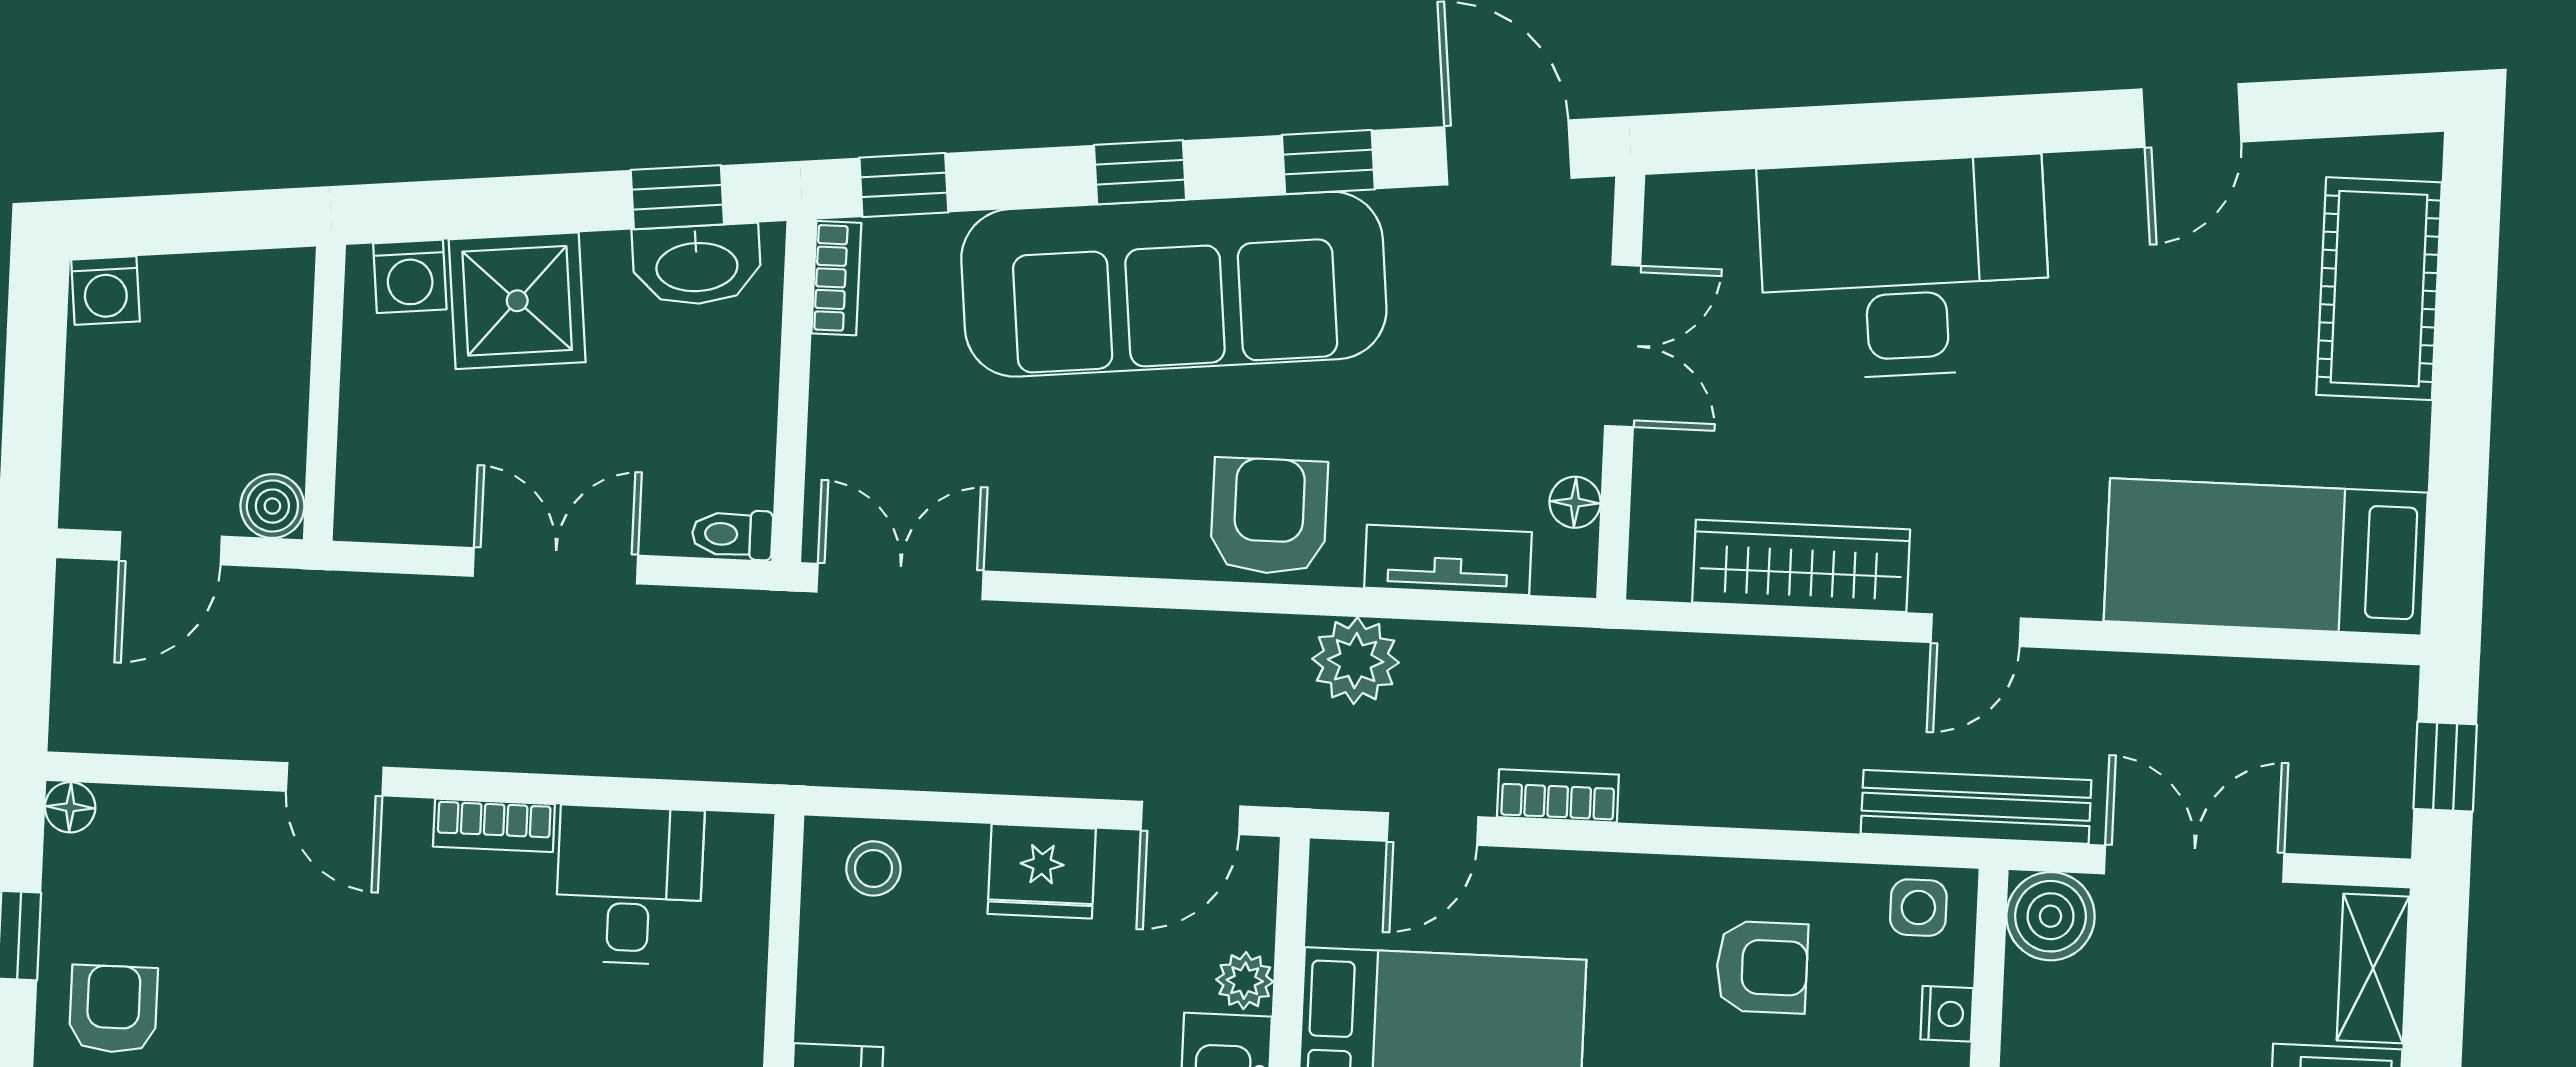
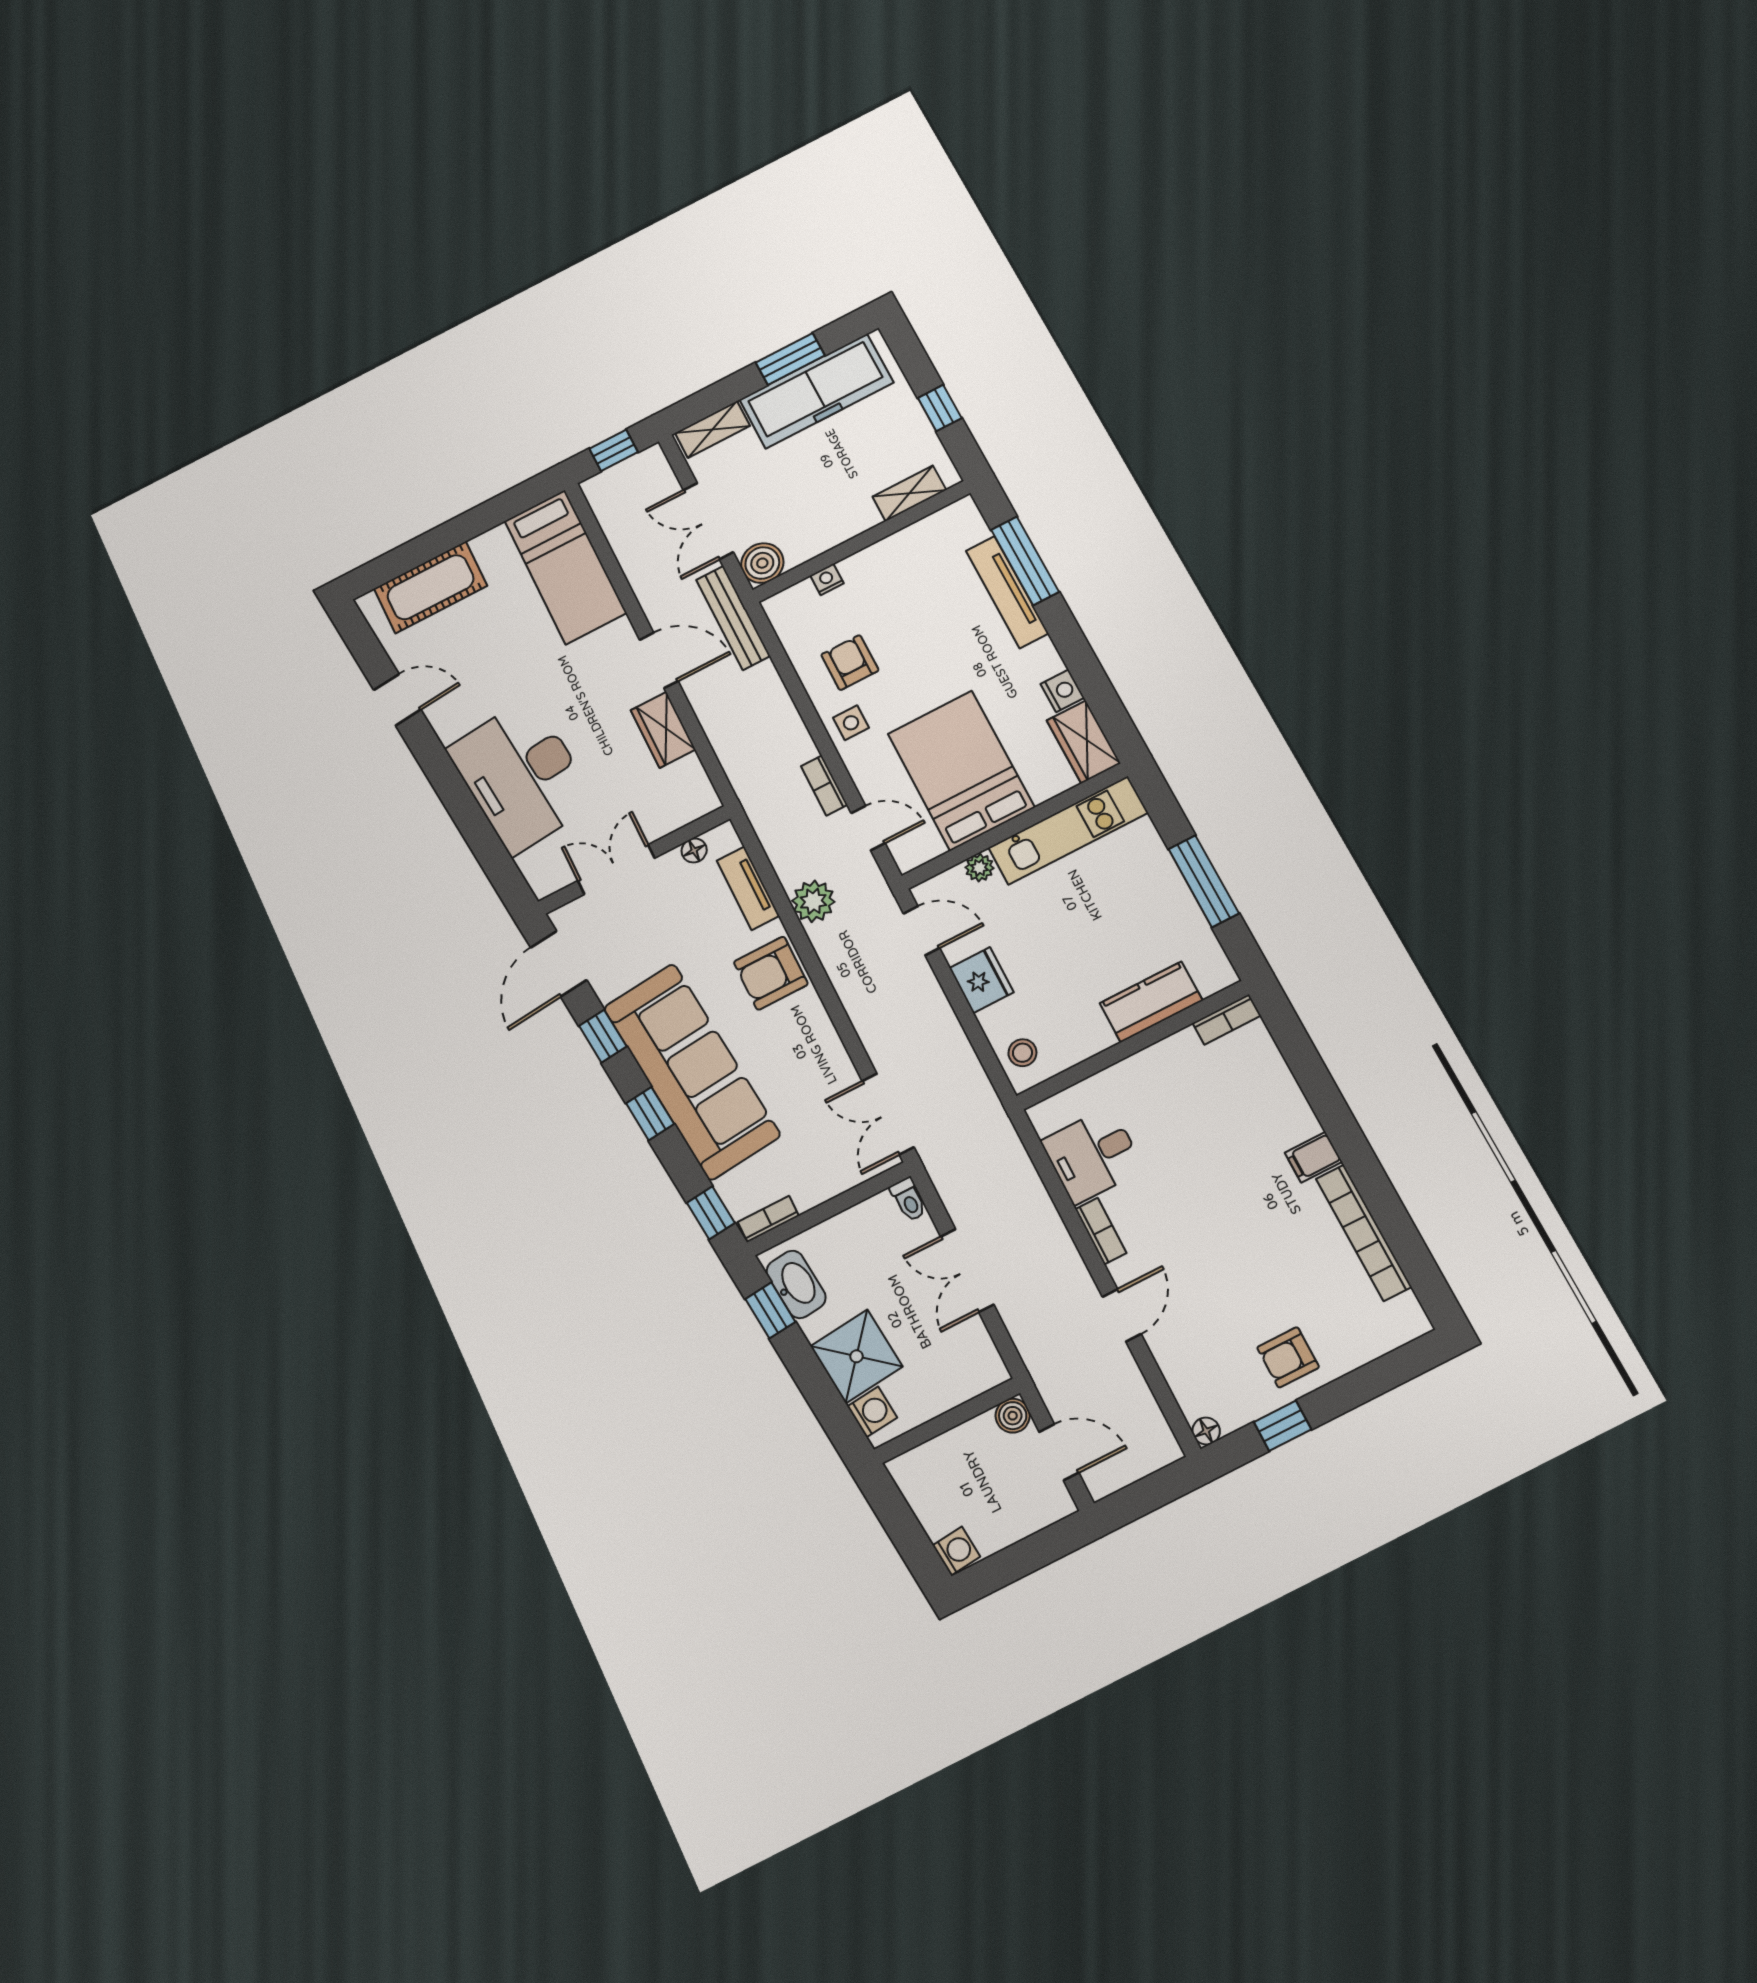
wardrobe: (1801, 566) -> (663, 730), width x0.67
door: (1976, 630) -> (659, 660), width x1.38
side table: (1918, 908) -> (851, 723), moved

